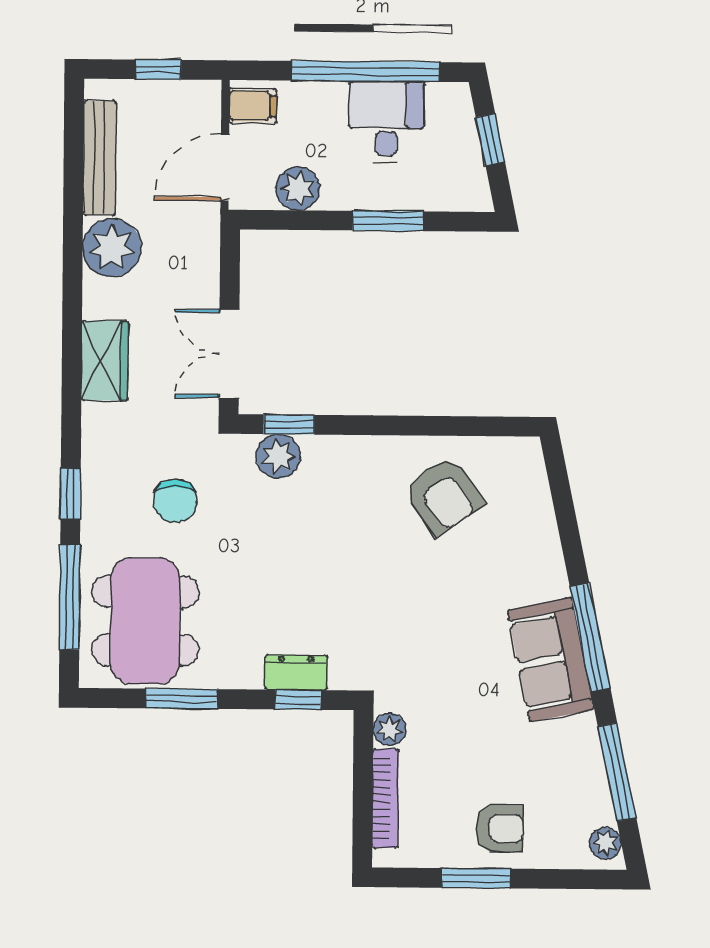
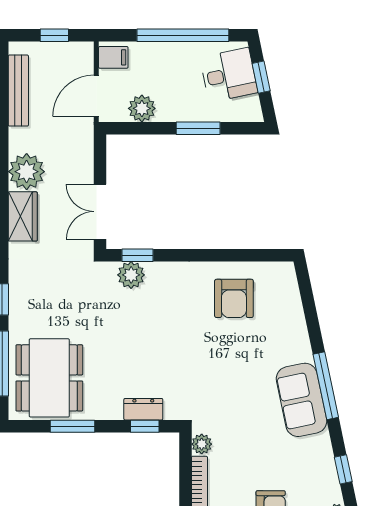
desk: (386, 122) -> (229, 75), moved, turned 78
plant: (112, 248) -> (27, 172), moved
armchair: (443, 495) -> (234, 298), turned 35
chair: (175, 501) -> (67, 303), removed
window: (617, 772) -> (343, 469), width x0.46

